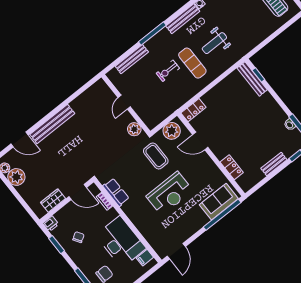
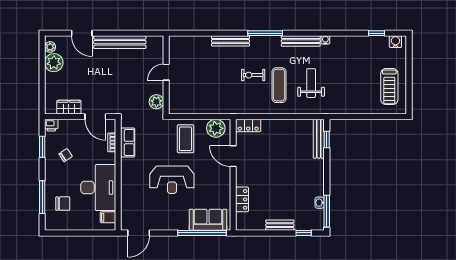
weight bench: (214, 43) -> (311, 83), turned 90
door: (124, 102) -> (166, 72), moved
wall: (126, 104) -> (166, 75), moved
plant: (134, 129) -> (156, 102), moved

